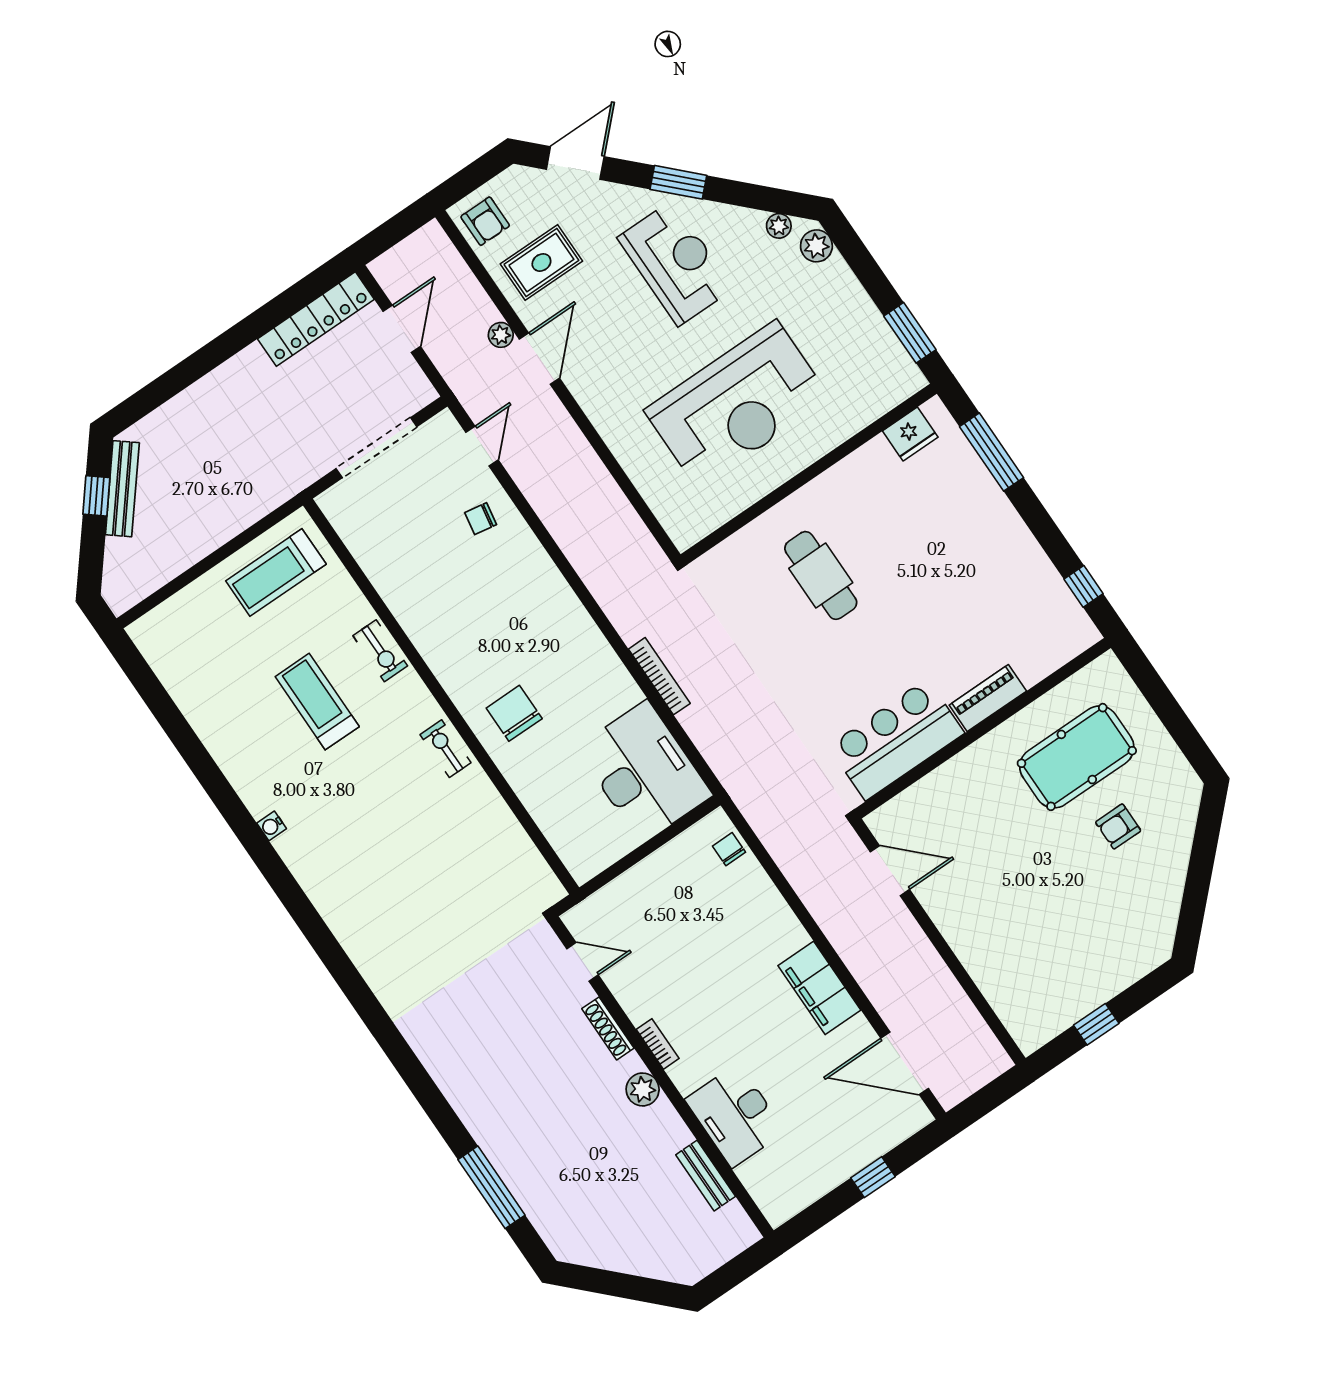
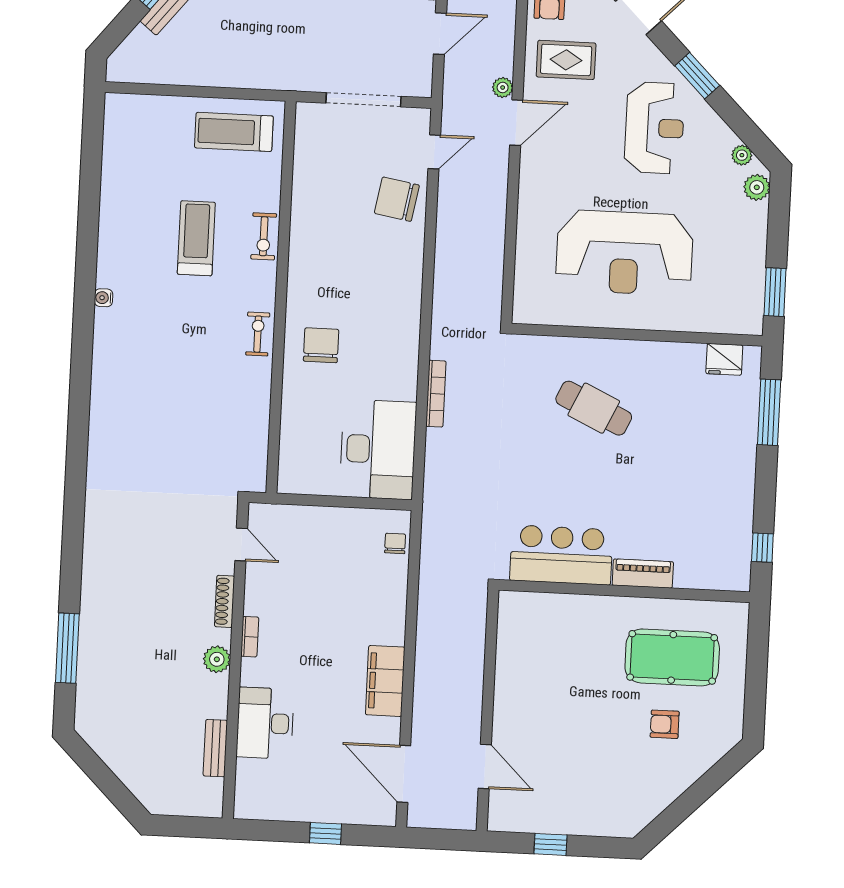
chair: (481, 519) -> (397, 199), width x1.87, depth x1.87
cafe table: (821, 575) -> (594, 408), turned -65
door: (890, 871) -> (485, 766), moved

